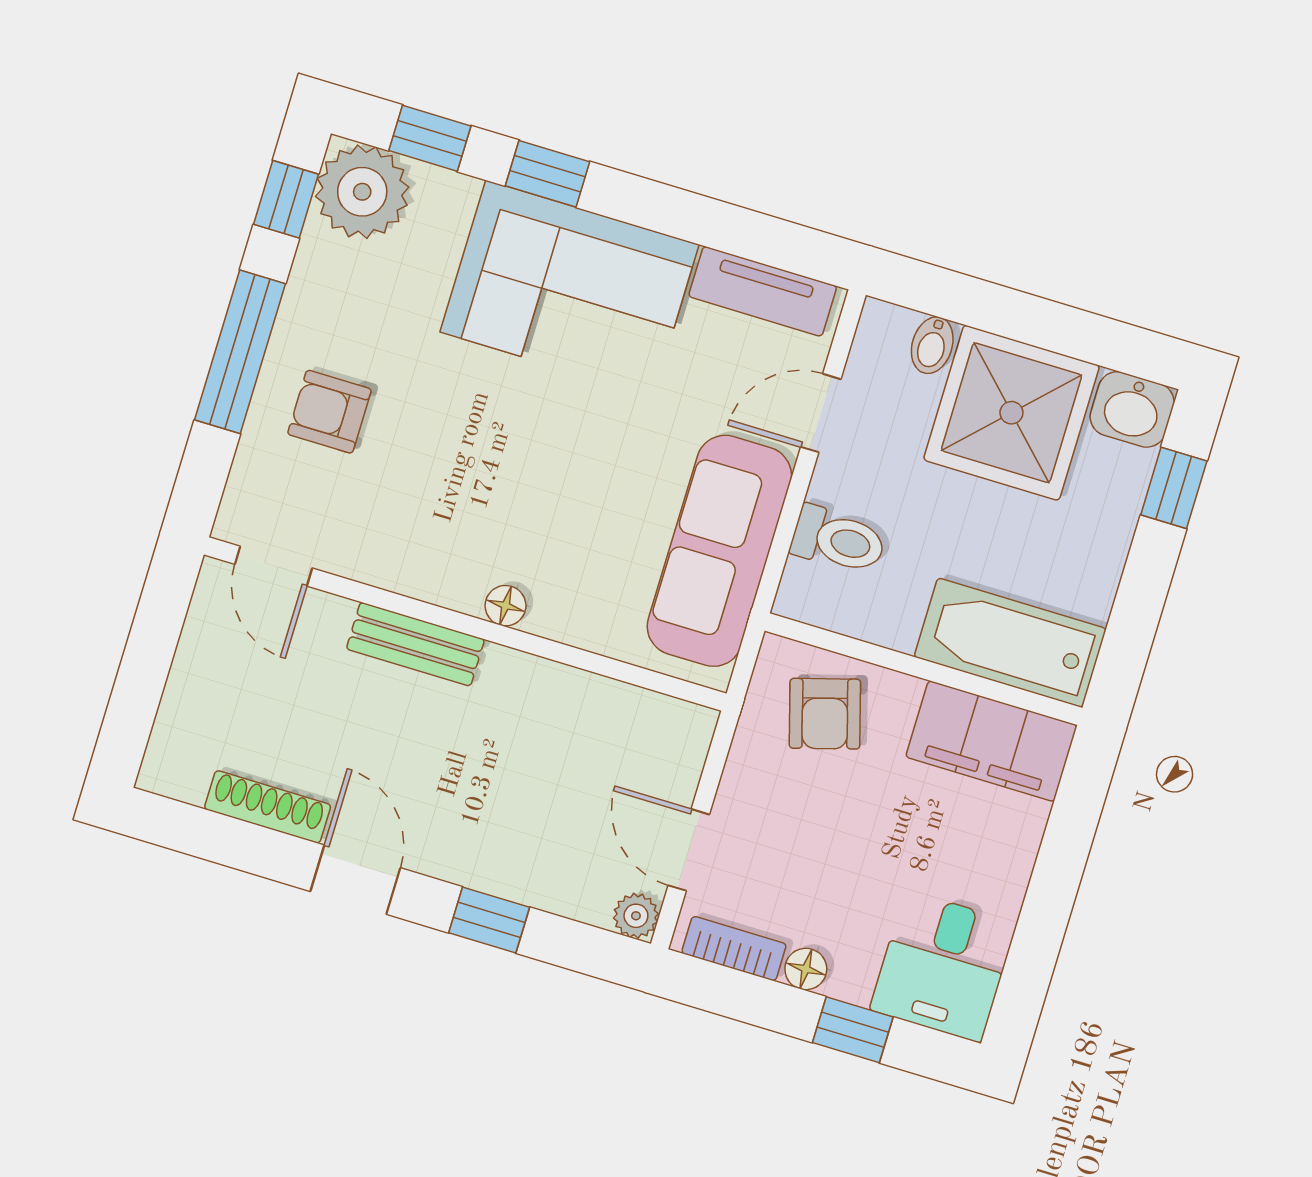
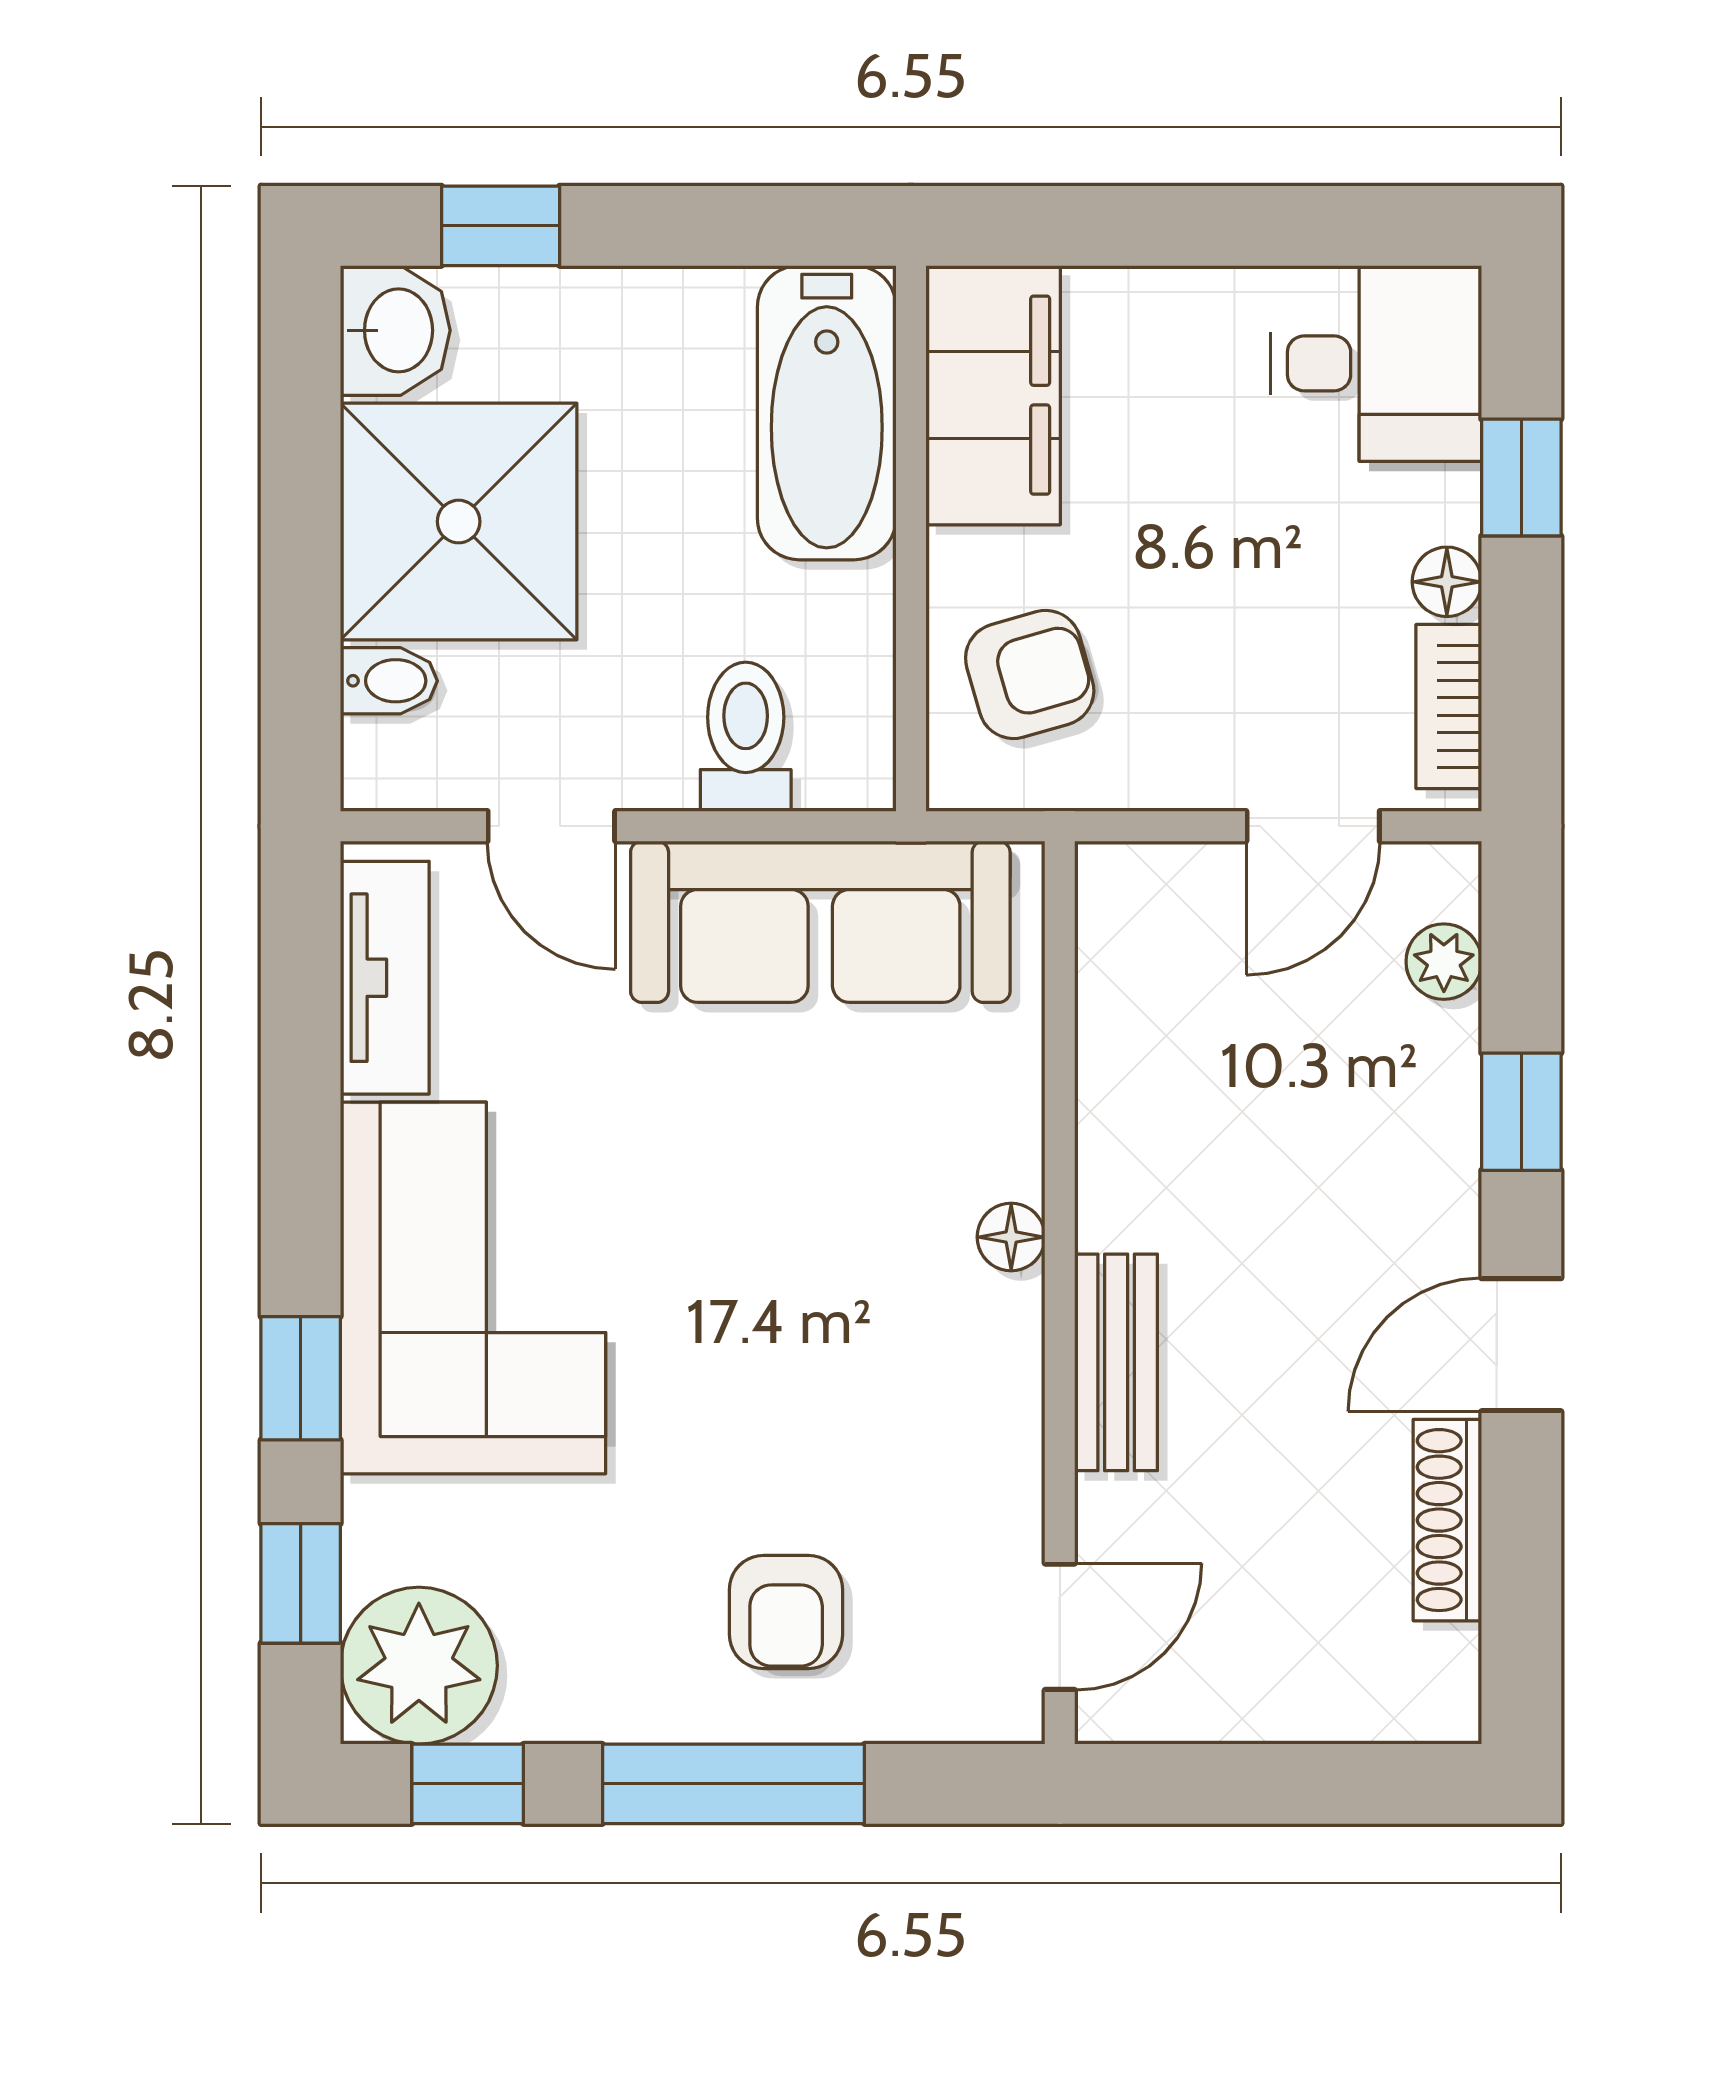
plant: (636, 916) -> (1444, 962), moved

